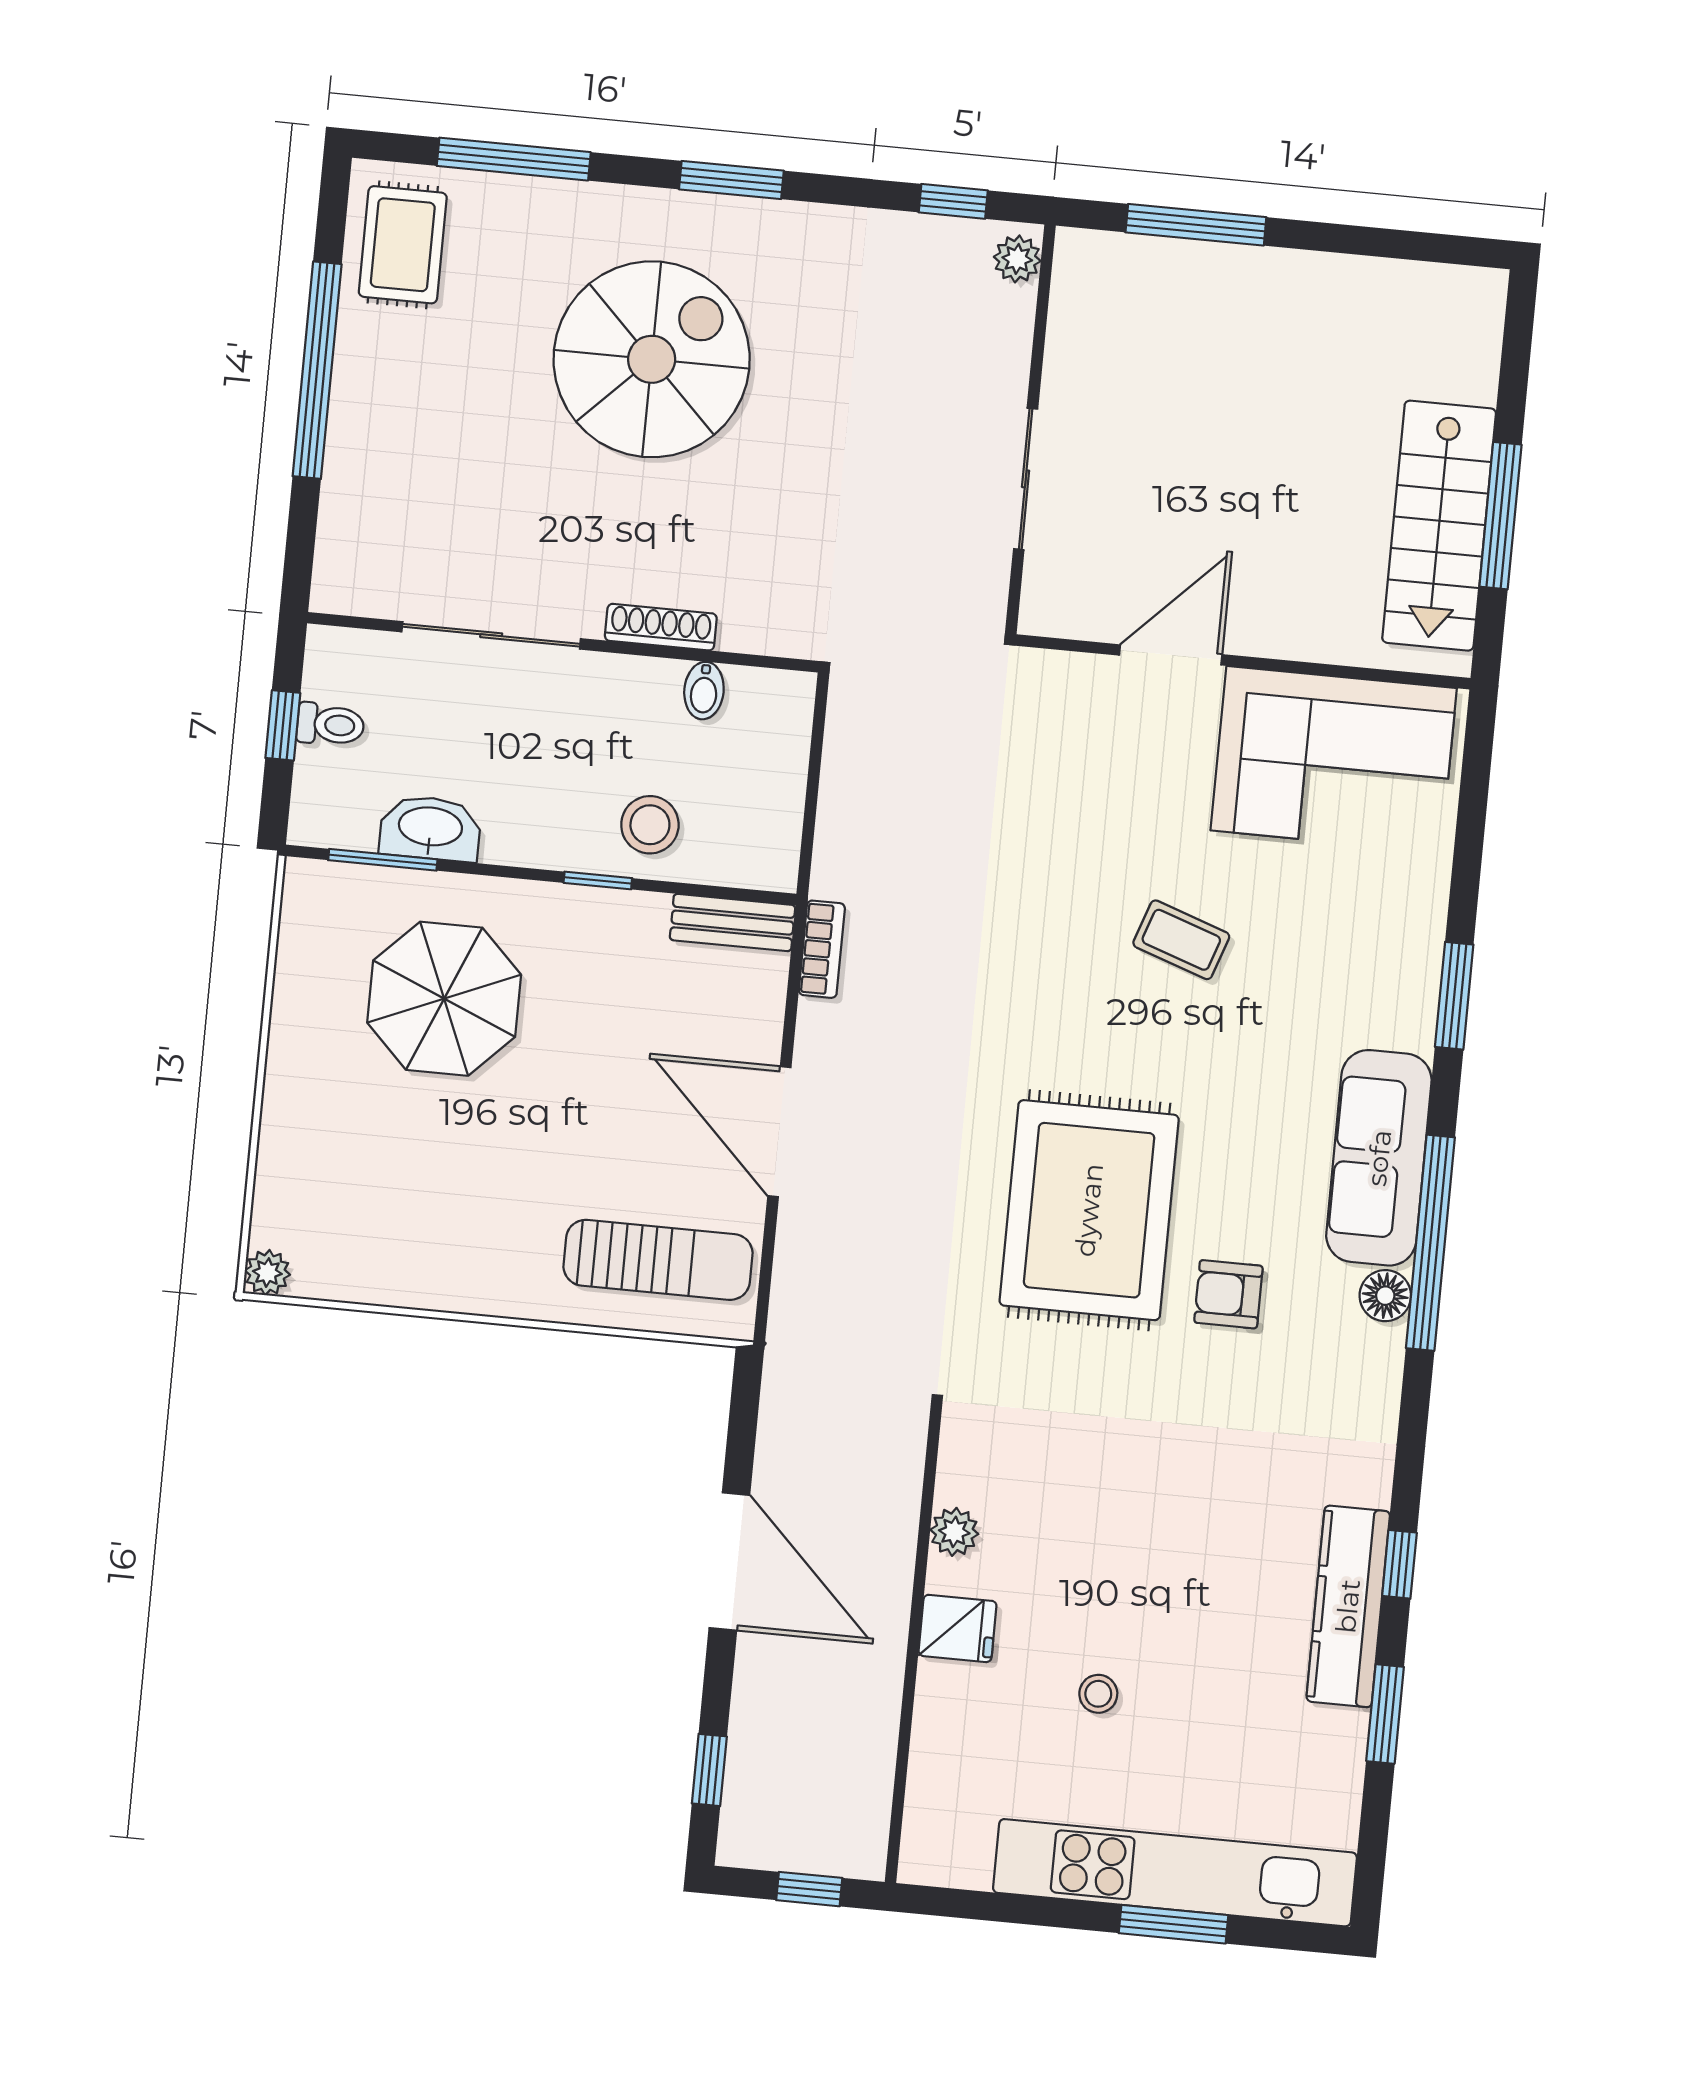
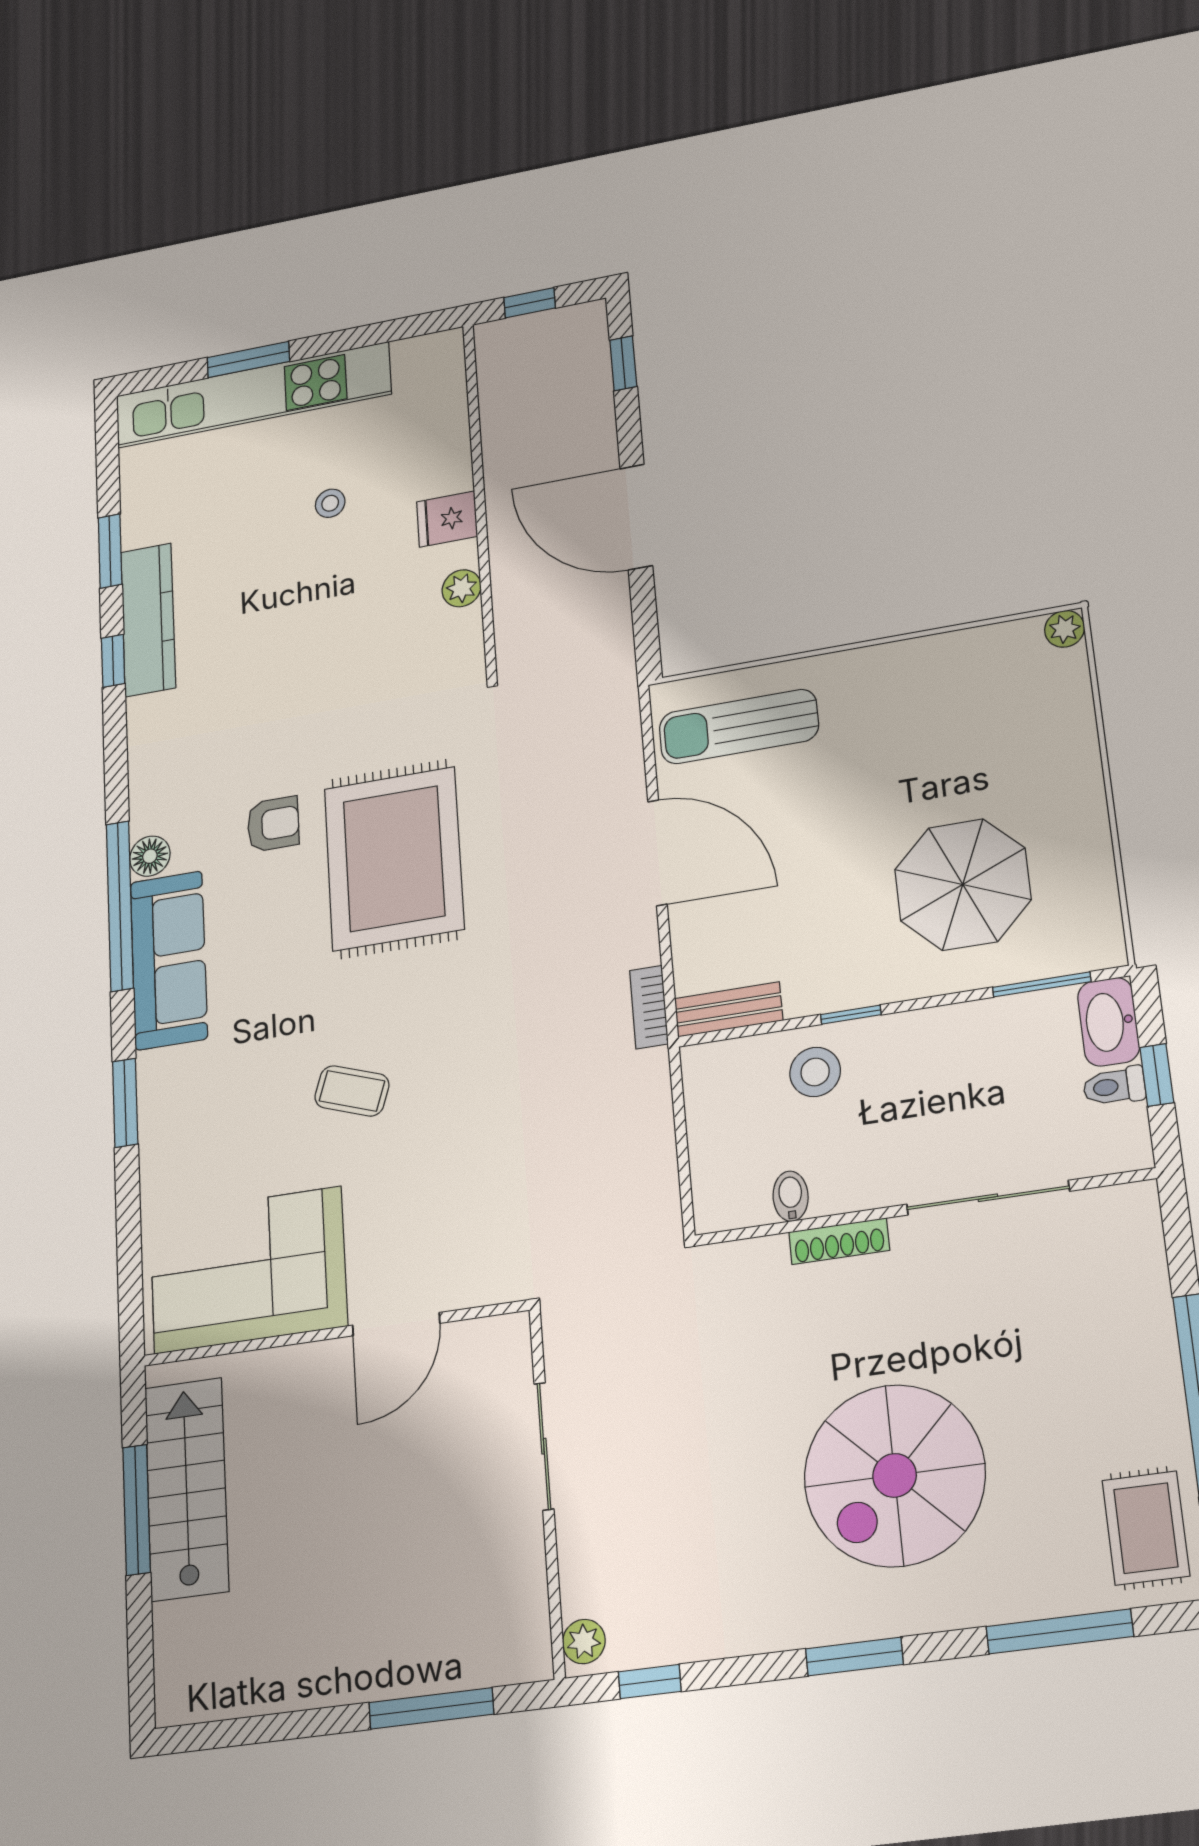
washbasin: (430, 828) -> (1109, 1022), moved, turned 90

